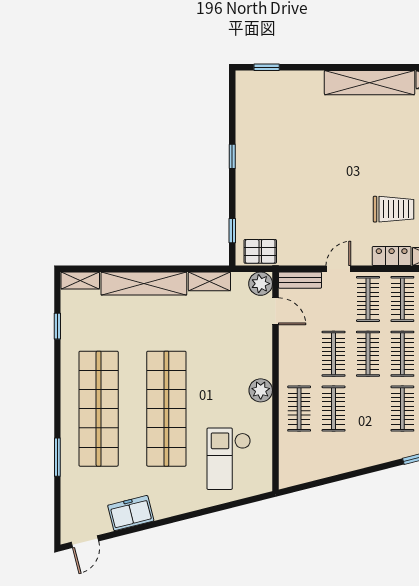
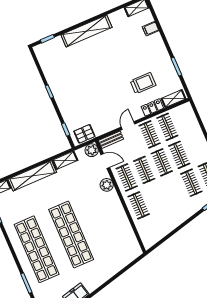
shelving: (370, 83) -> (86, 31), moved
plant: (261, 390) -> (107, 185), moved
clothes rail: (334, 409) -> (127, 177), moved
checkout: (229, 459) -> (114, 246), removed

